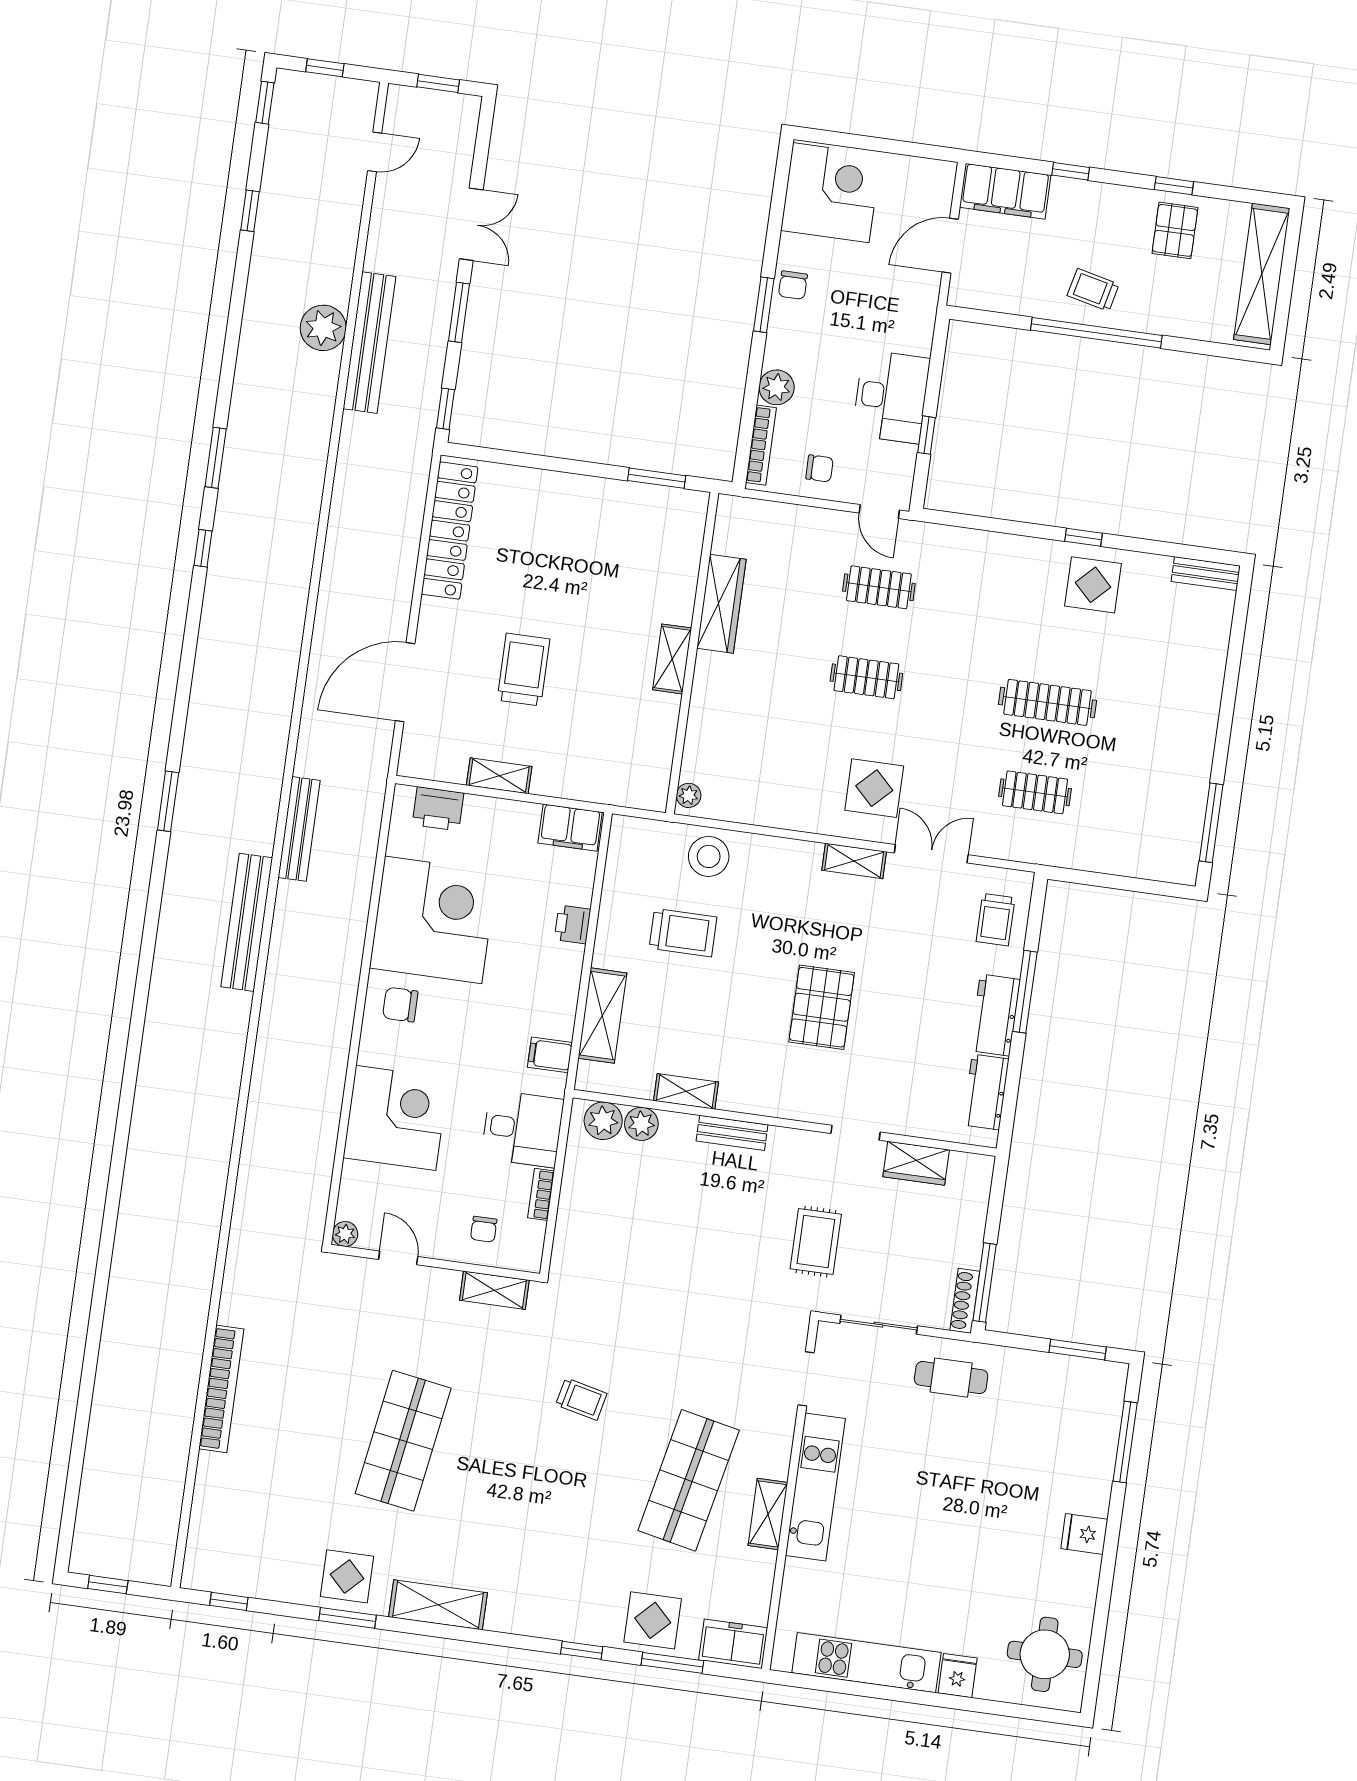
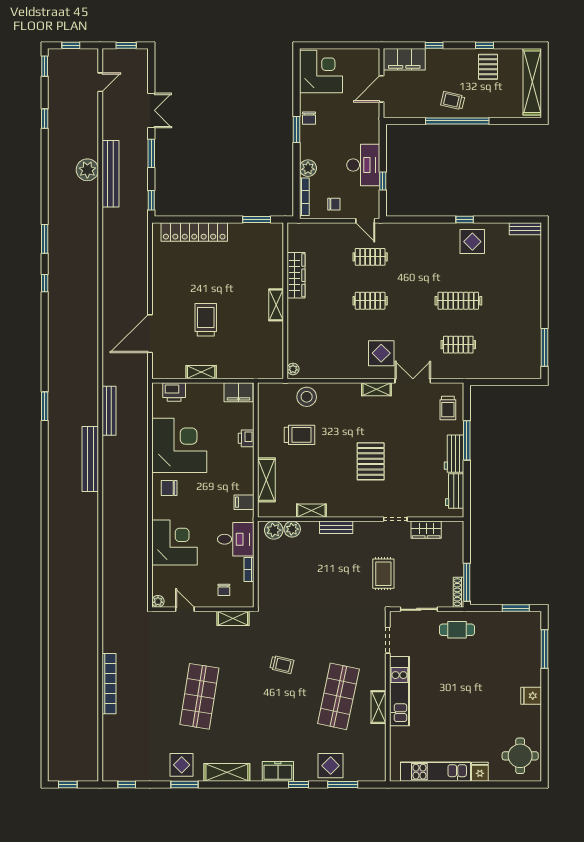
locker: (450, 531) -> (194, 232), moved, turned 90
freezer: (733, 1644) -> (278, 771), moved

